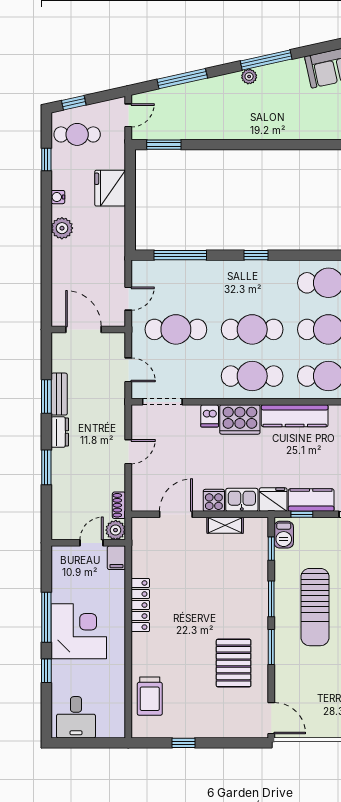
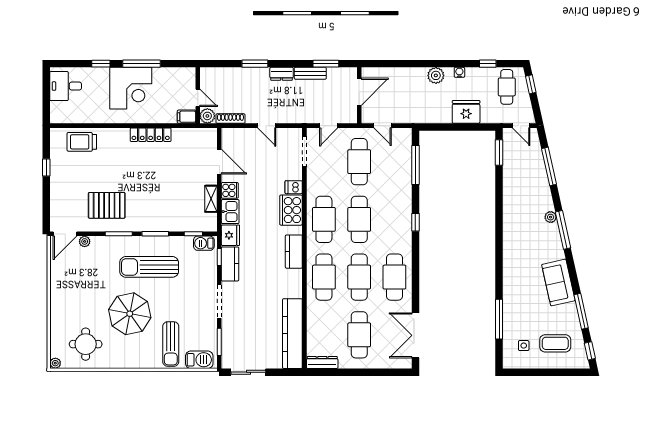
window: (46, 397) -> (326, 64), moved
kitchen counter: (295, 416) -> (294, 252), width x0.67
shoe rack: (119, 505) -> (230, 119), width x1.43
plant: (281, 692) -> (85, 241), added

